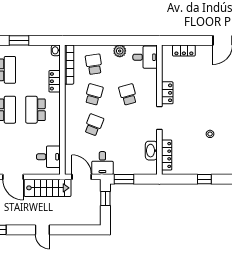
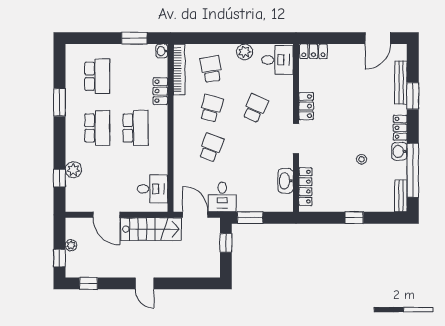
window: (19, 40) -> (134, 38), moved
locker: (184, 51) -> (313, 51), moved
school desk: (128, 95) -> (255, 108), turned 39
school desk: (35, 110) -> (136, 128), turned 180

